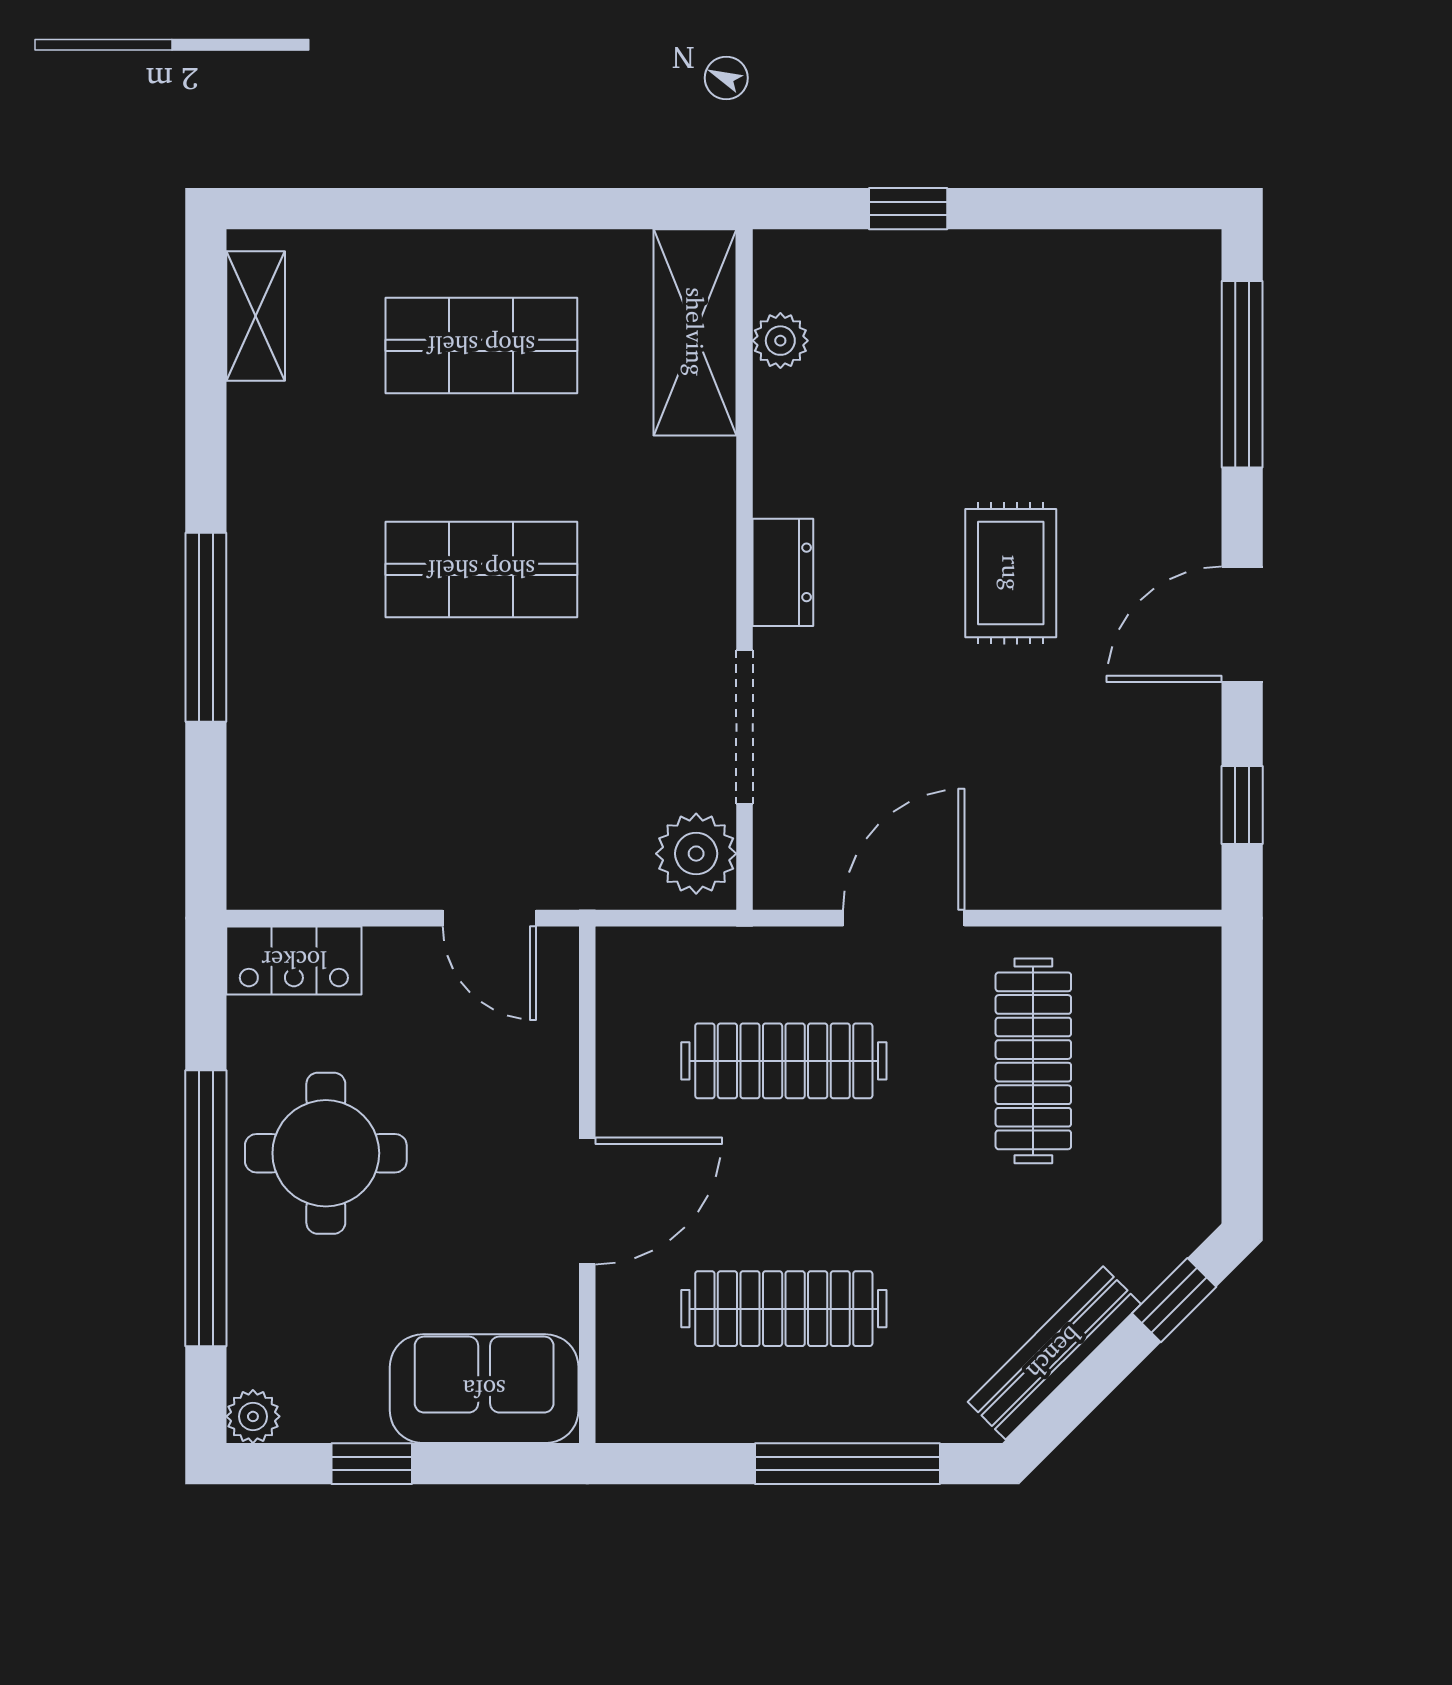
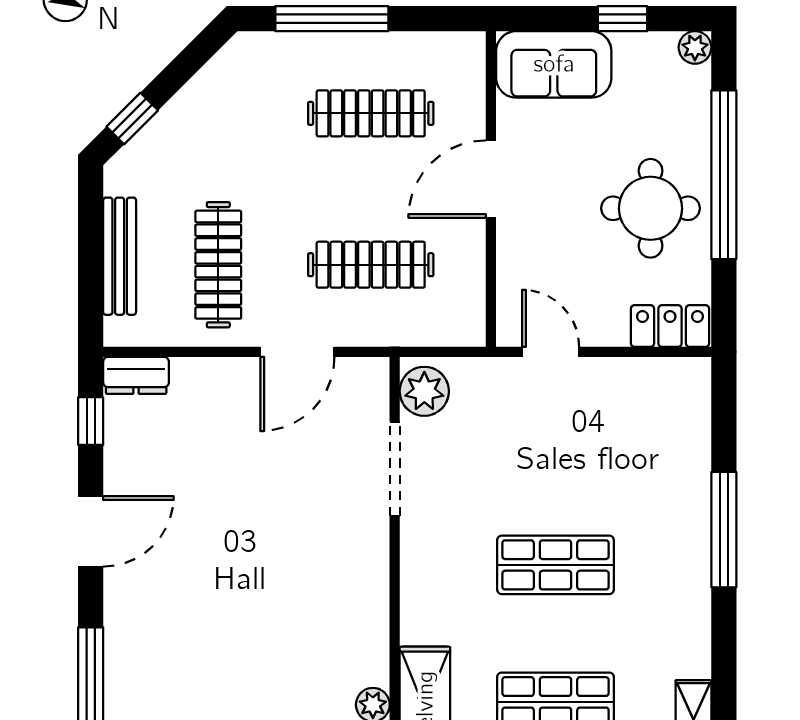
dresser: (783, 572) -> (136, 375), moved, turned -90
rug: (1011, 573) -> (232, 563), removed
bench: (1054, 1353) -> (120, 256), moved, turned -45

